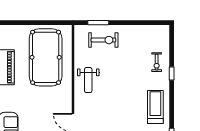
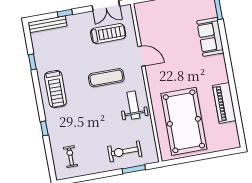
exercise bike: (157, 62) -> (70, 157), moved
exercise mat: (108, 109) -> (106, 78), added

